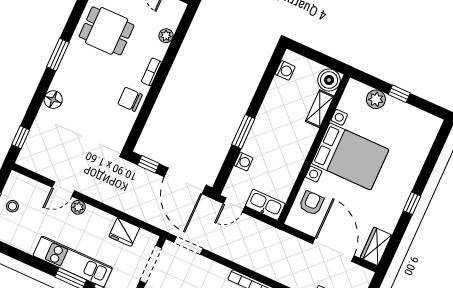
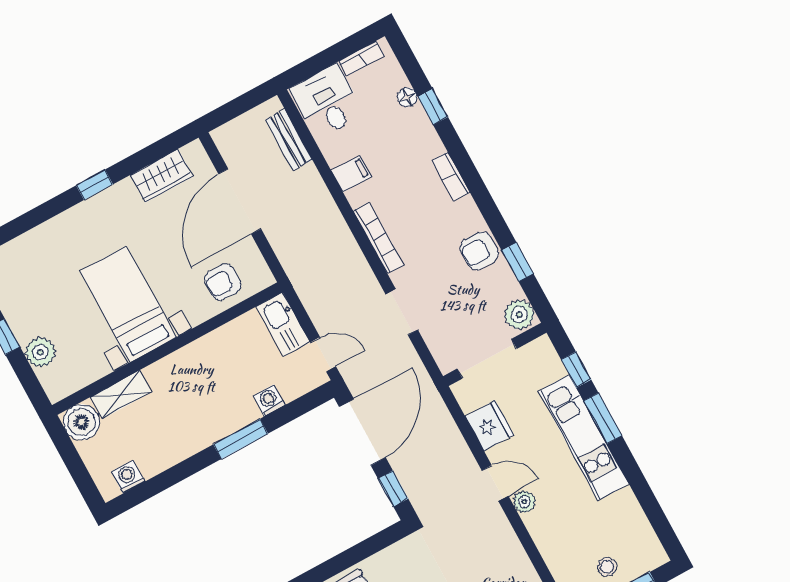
bed with nightstands: (350, 156) -> (128, 304), width x0.73
door: (63, 189) -> (495, 483), moved
doorway: (188, 246) -> (402, 312), moved
wardrobe: (376, 246) -> (162, 176), moved

